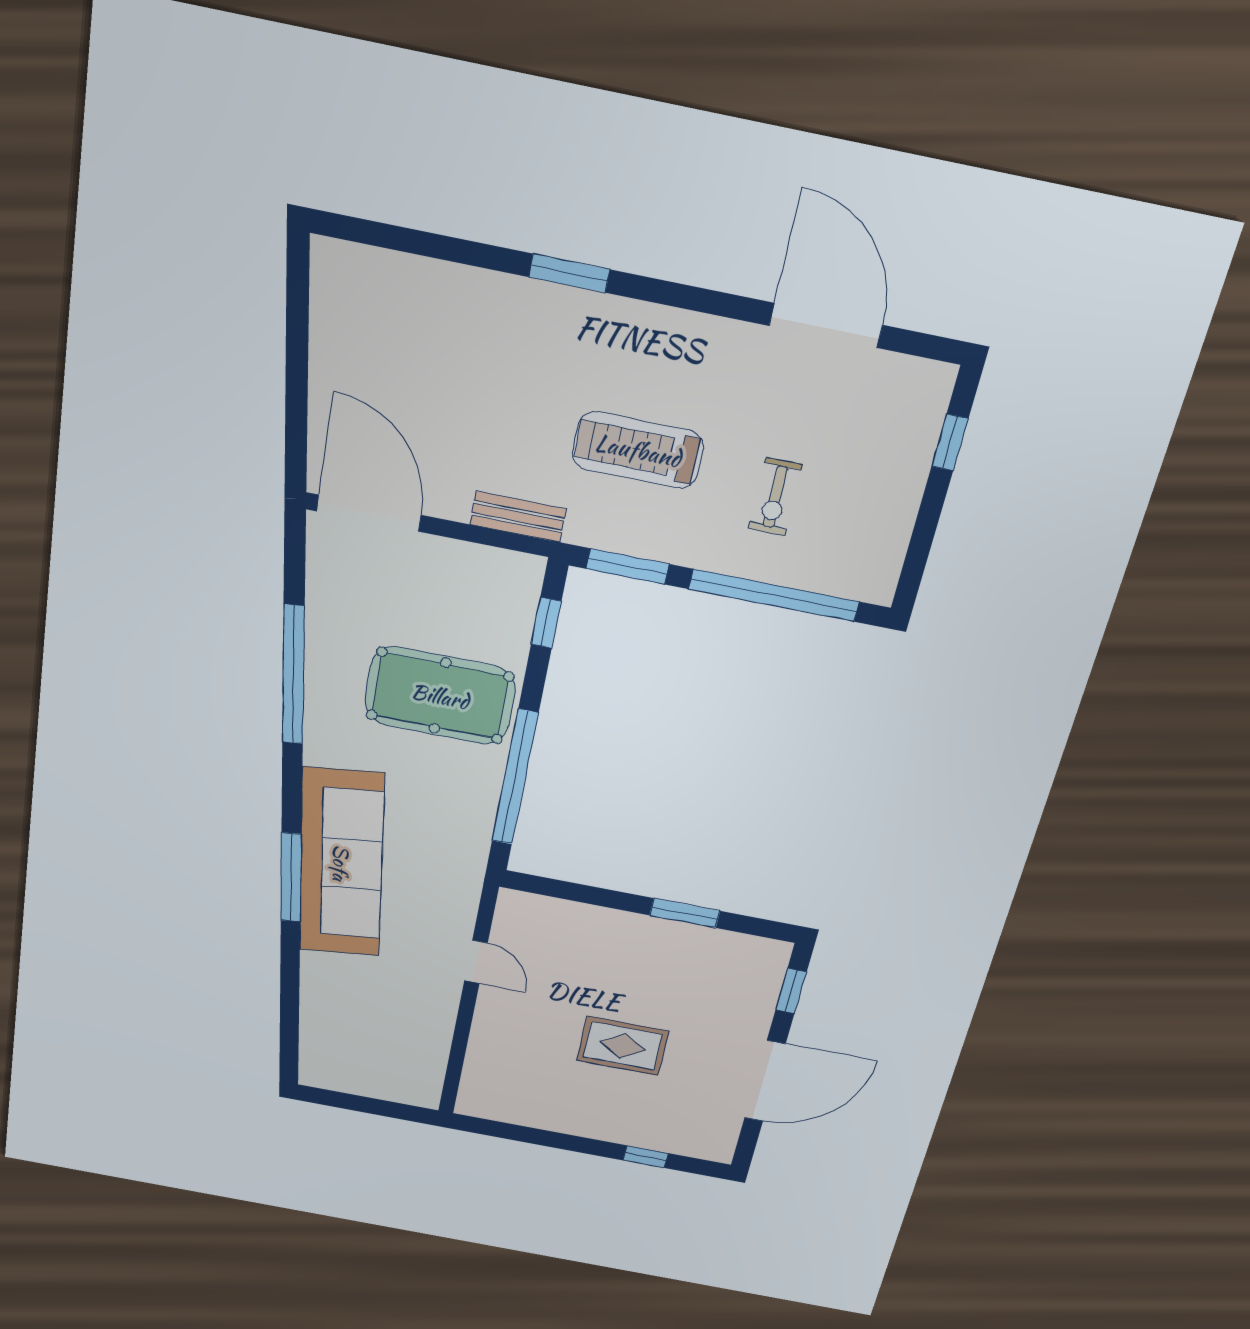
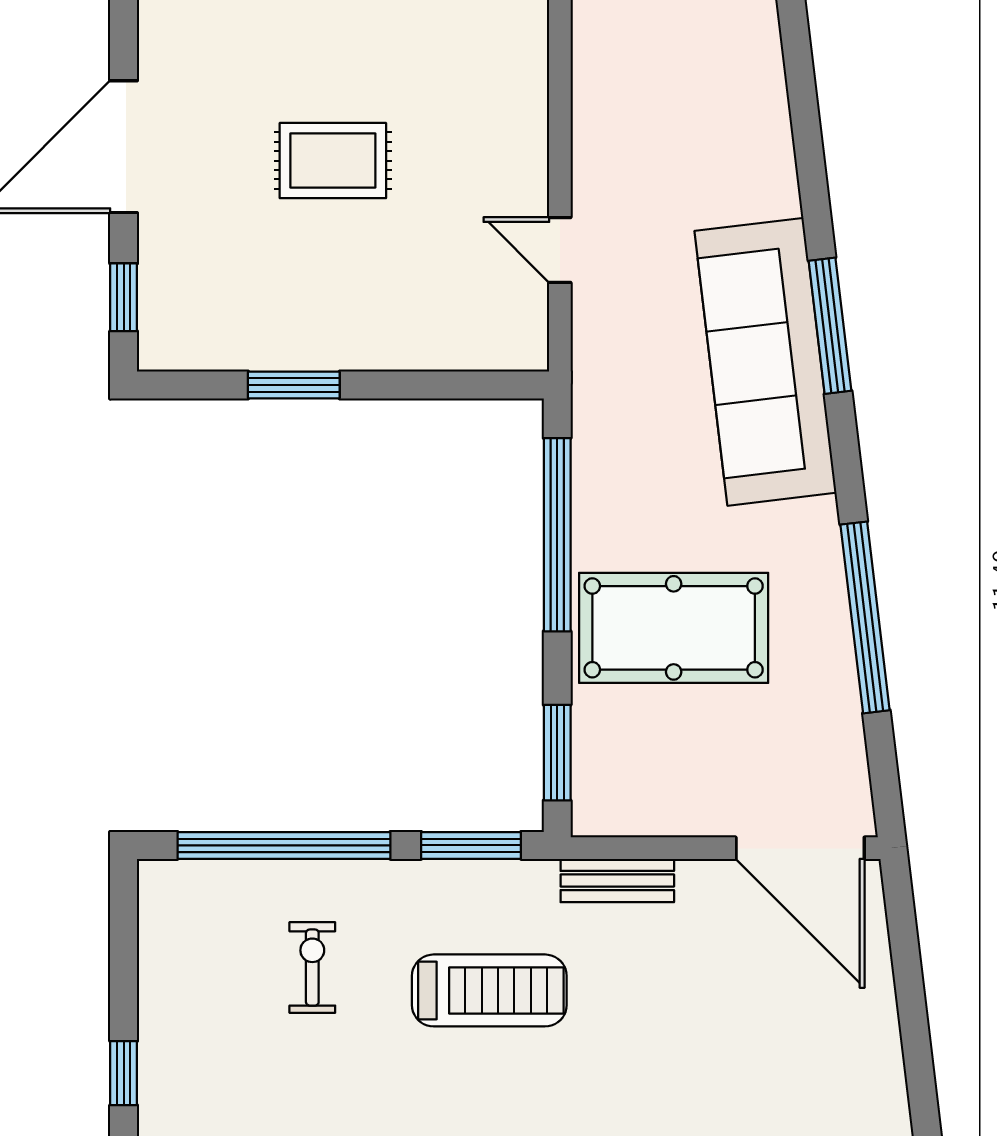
window: (546, 623) -> (557, 753), width x1.50

